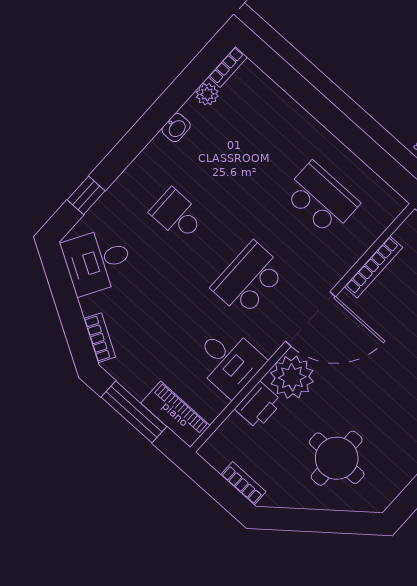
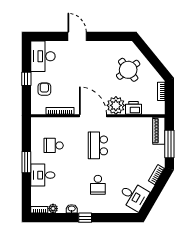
window: (335, 121) -> (26, 162), added
window: (86, 195) -> (85, 218), moved
school desk: (321, 198) -> (54, 145), width x0.54
school desk: (249, 279) -> (98, 145), turned 90
desk: (229, 361) -> (43, 175), moved, turned -90
round table: (337, 458) -> (128, 70), turned -37

